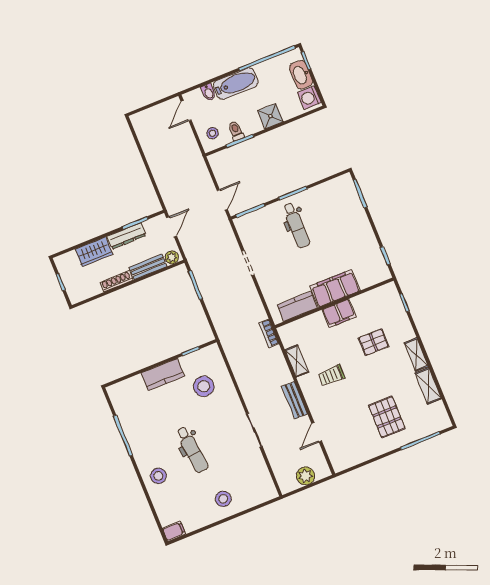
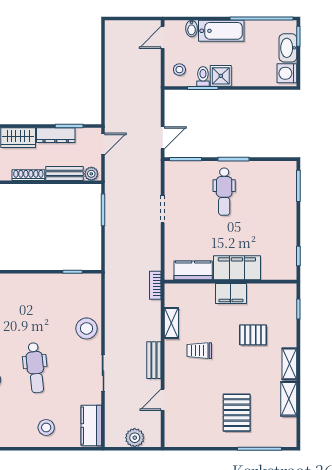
shower: (270, 116) -> (221, 76), moved
kitchen counter: (163, 375) -> (91, 426), moved, turned 90
stool: (204, 386) -> (87, 328), moved

